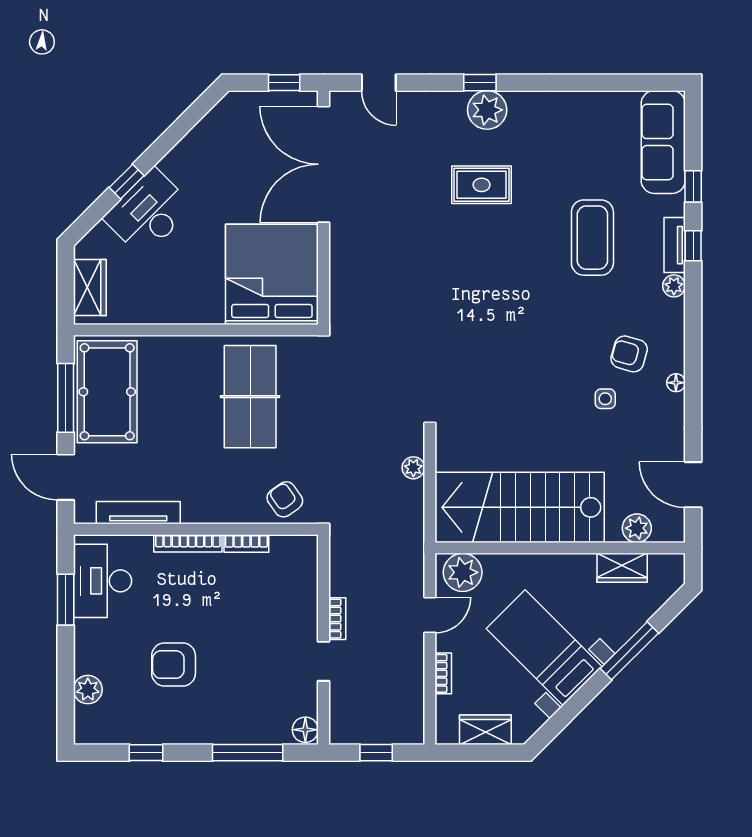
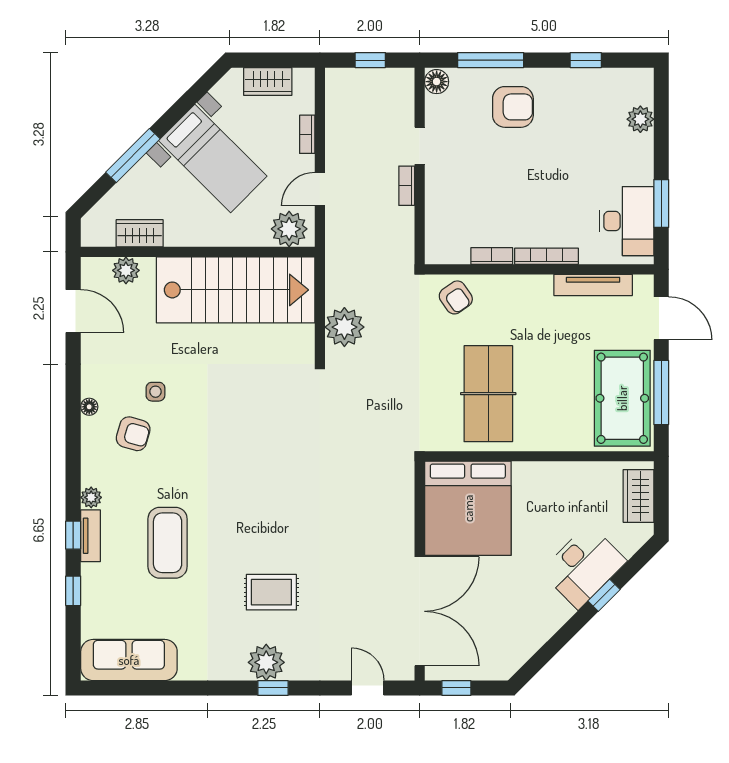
sofa: (663, 142) -> (129, 660), moved, turned -90
plant: (413, 468) -> (344, 327), width x1.88, depth x1.88
armchair: (174, 665) -> (513, 107), moved

